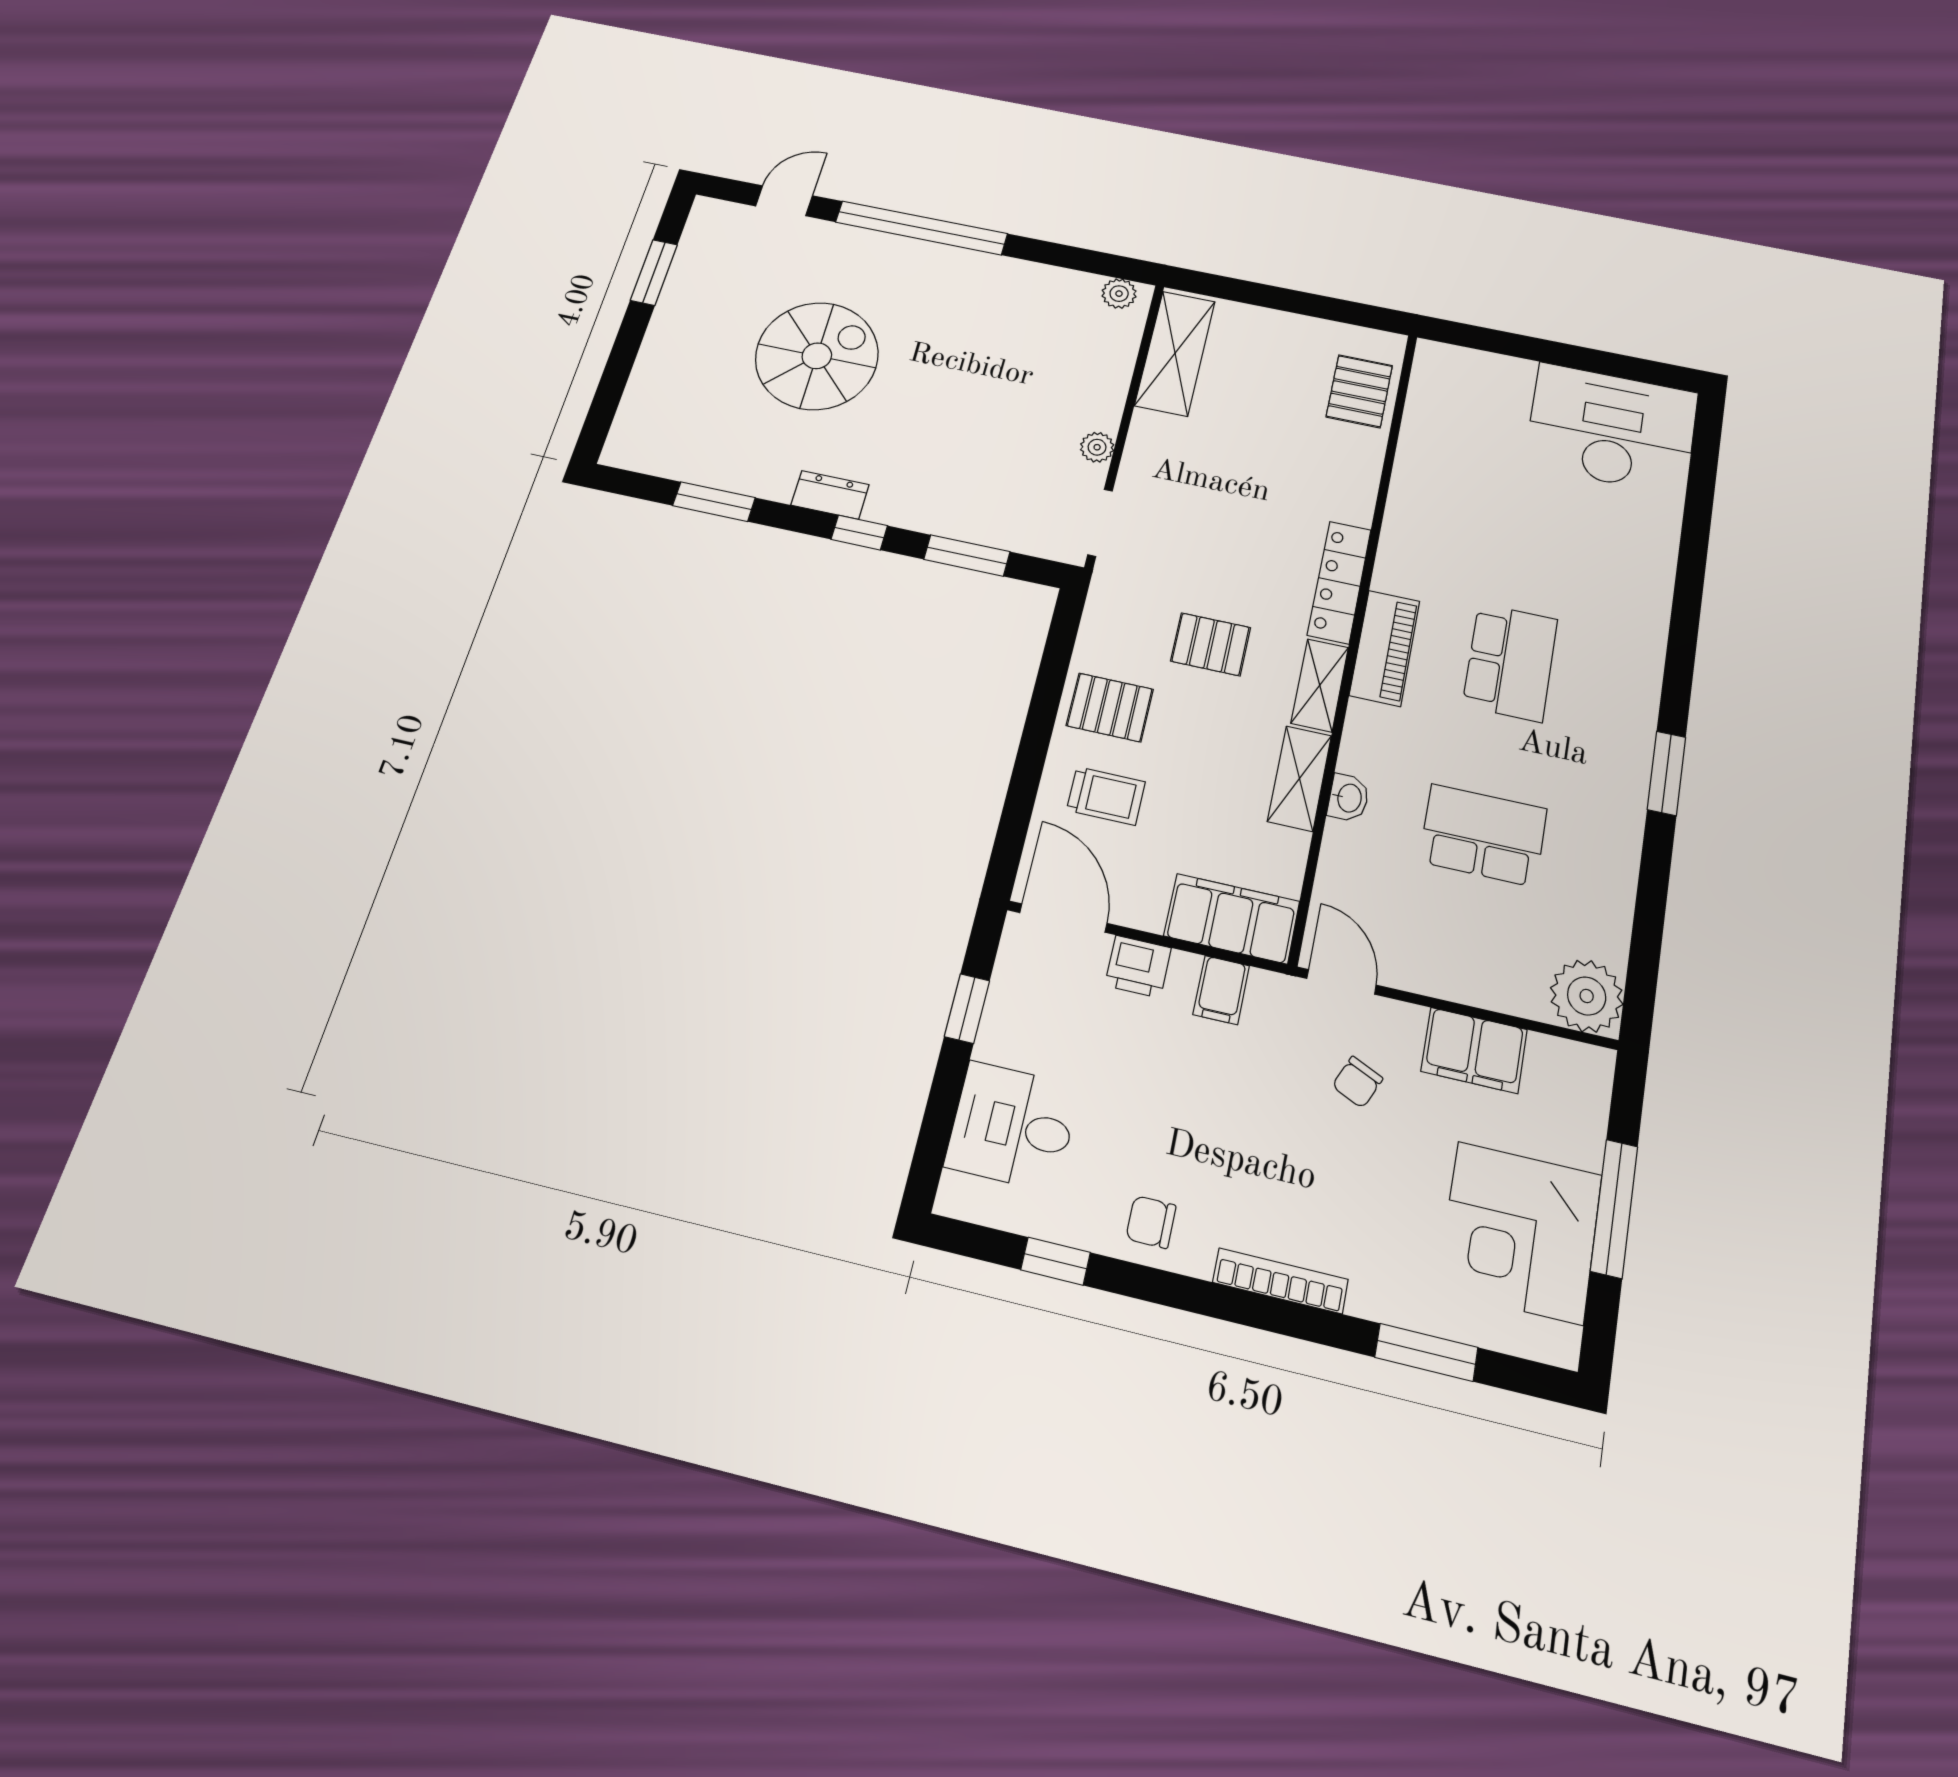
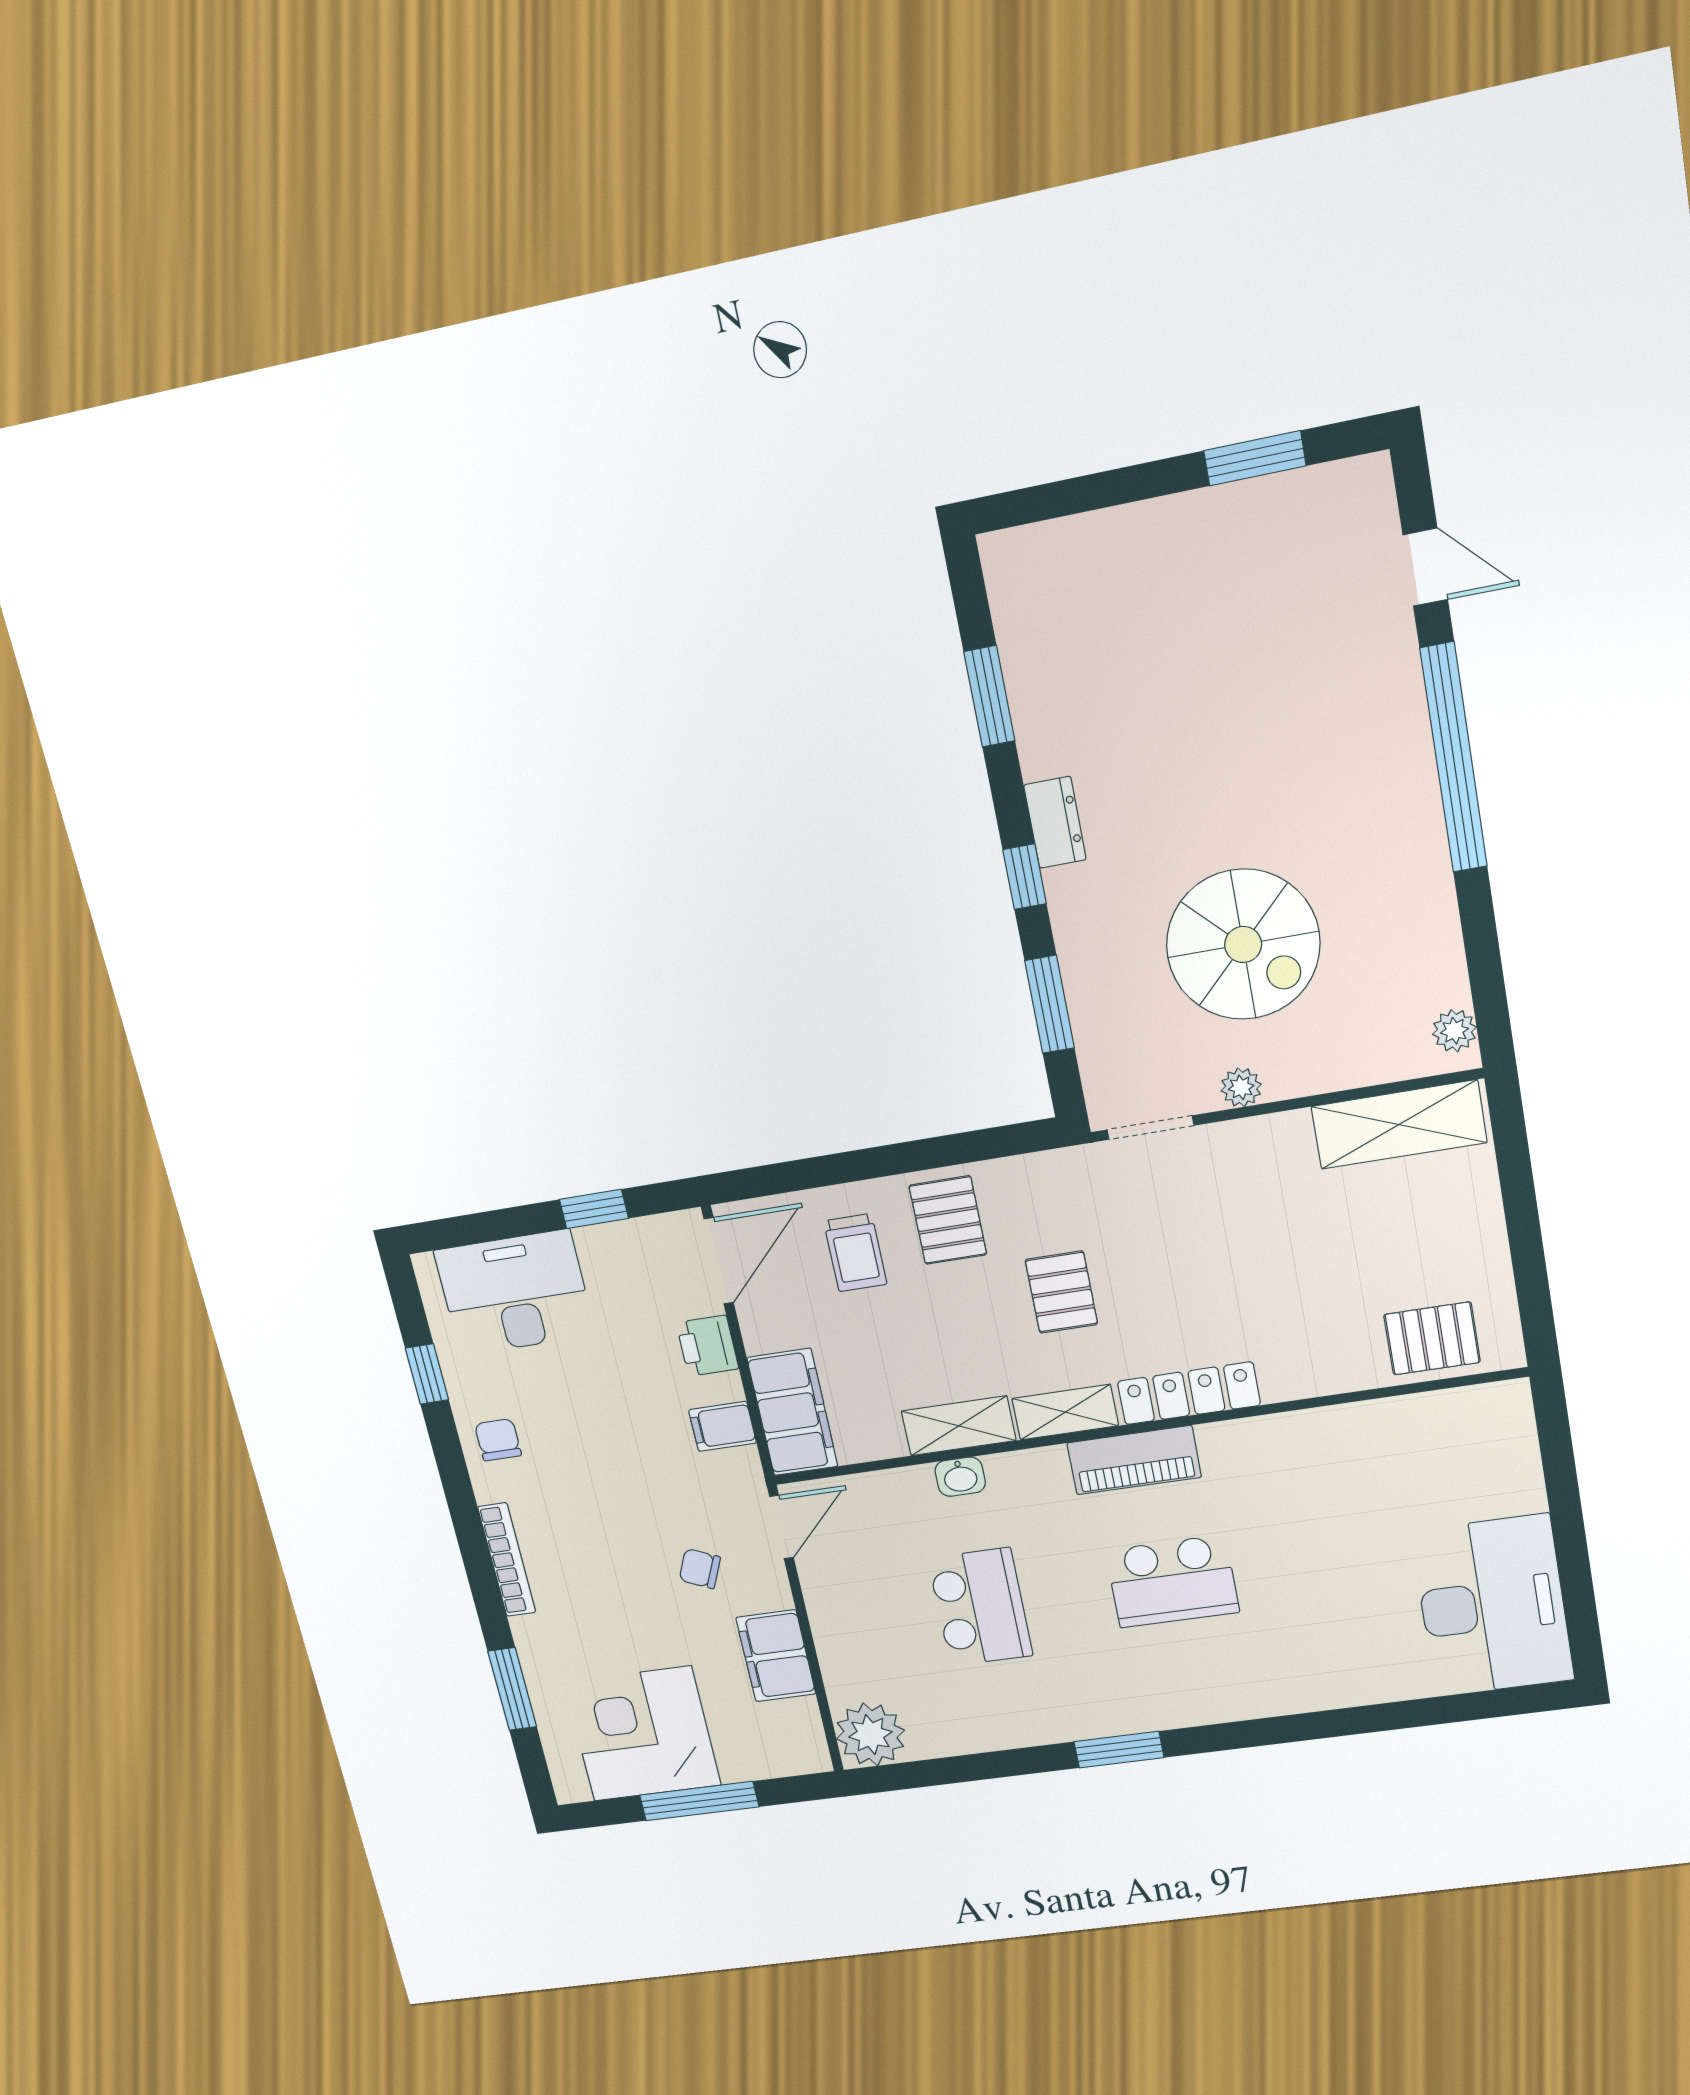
spiral stairs: (817, 356) -> (1243, 945), moved
desk: (1012, 1126) -> (515, 1293), width x1.37

